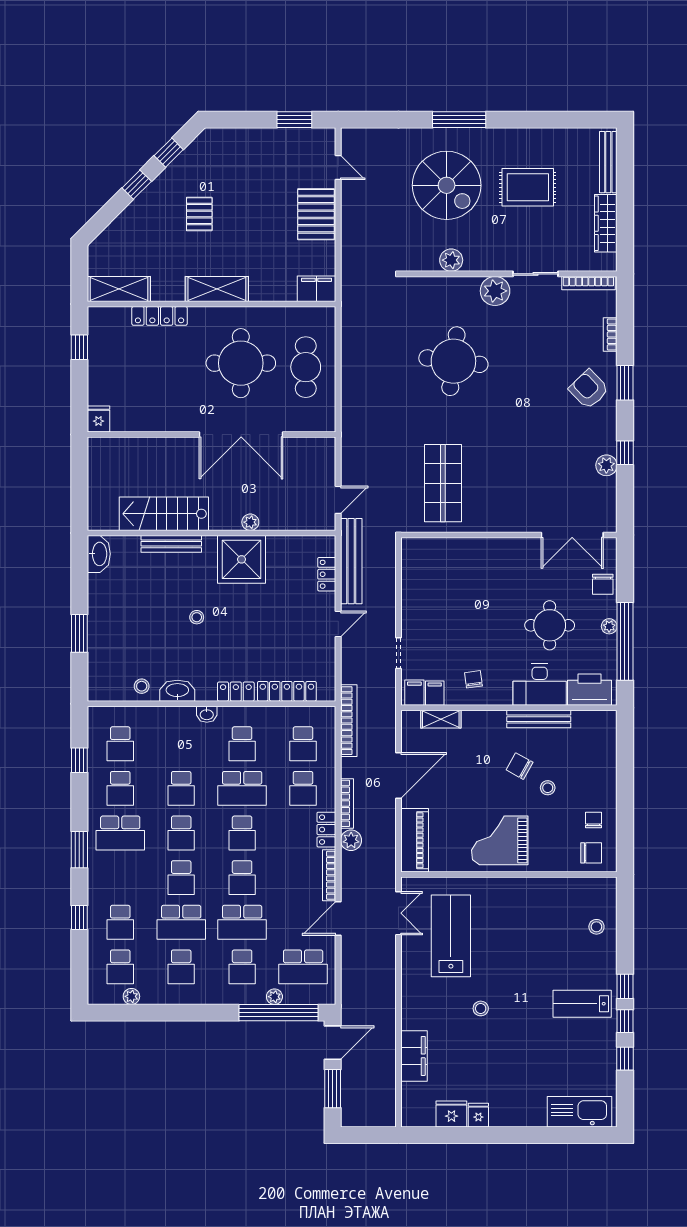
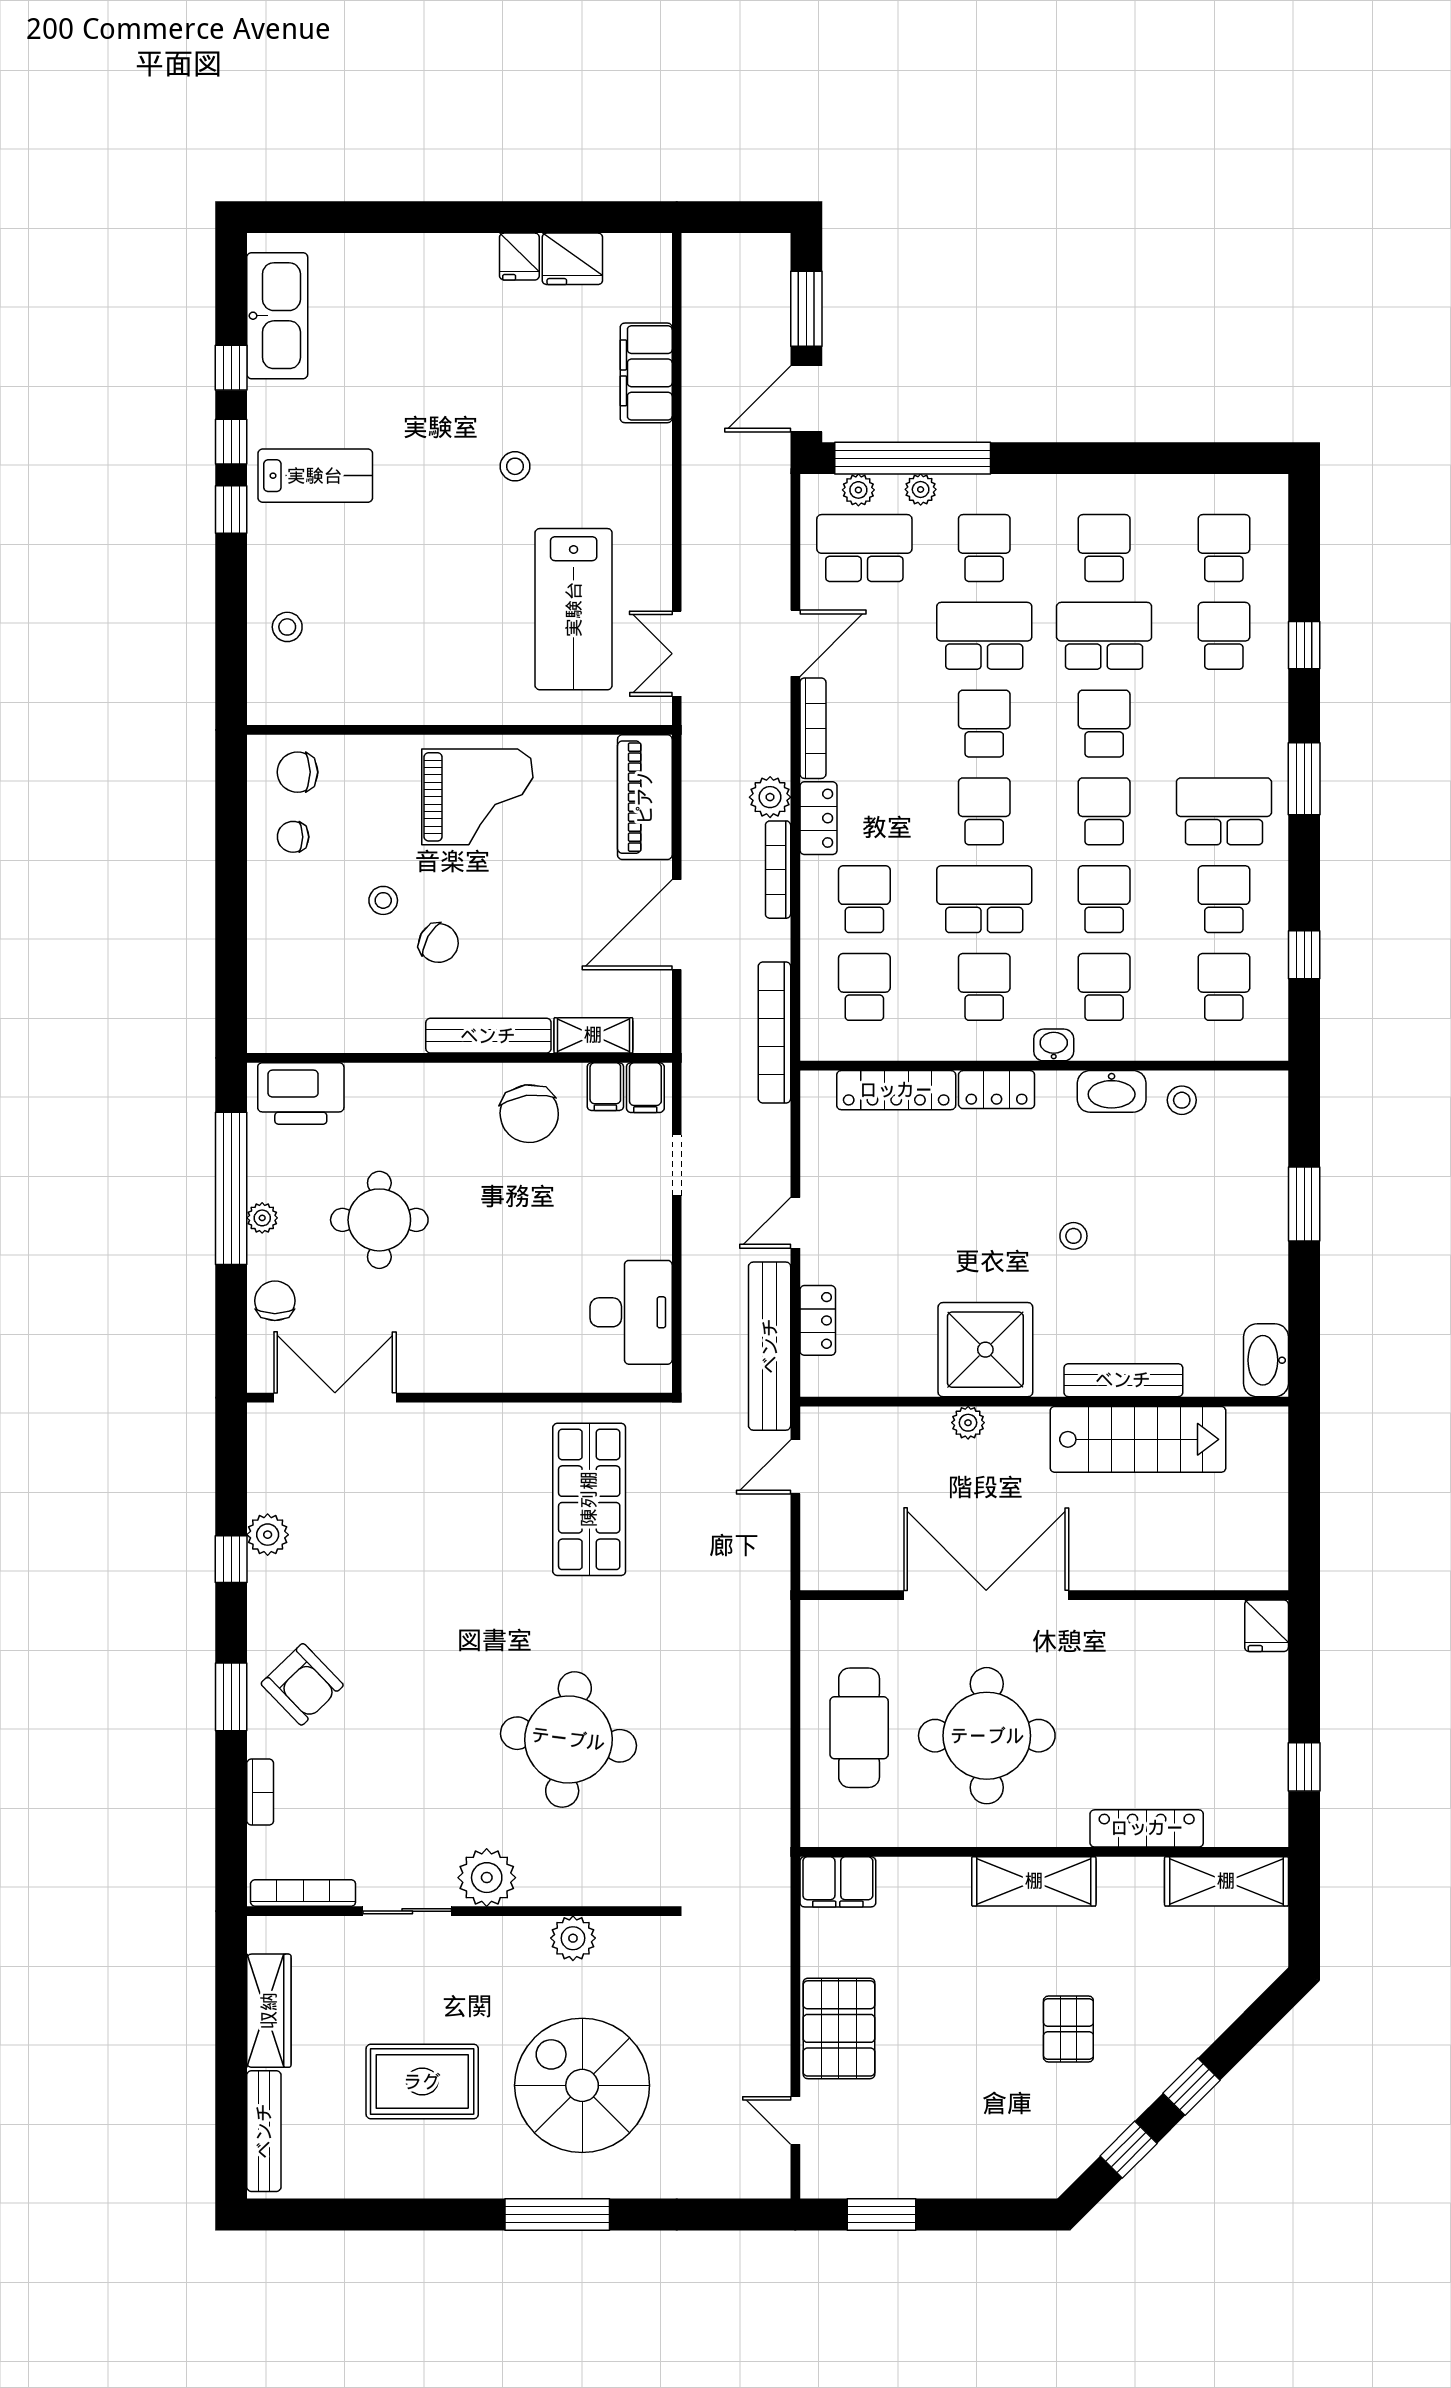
chair: (473, 679) -> (529, 1114), width x1.87, depth x1.87
desk: (540, 685) -> (631, 1312), moved, turned 90
bench: (539, 719) -> (488, 1036), moved
school desk: (181, 744) -> (1104, 987), added
chair: (593, 820) -> (293, 837), turned 90
plant: (131, 996) -> (858, 490), moved
kitchen sink: (579, 1112) -> (277, 316), moved, turned -90

